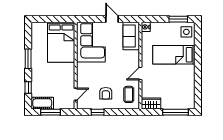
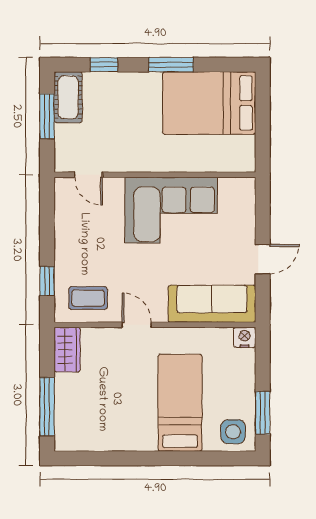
sofa: (131, 36) -> (212, 304), width x1.36
bed: (61, 42) -> (209, 103), moved
corner sofa: (91, 42) -> (171, 210), moved
armchair: (106, 93) -> (91, 245), removed
window: (98, 112) -> (47, 281), moved

